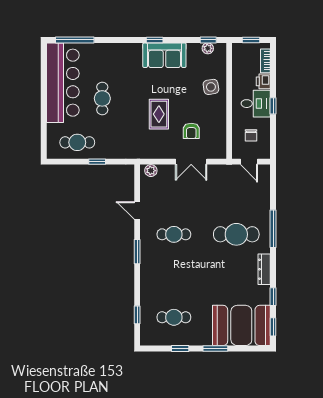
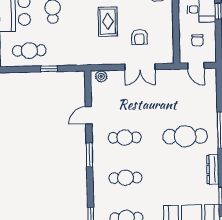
door: (137, 211) -> (89, 115), hinge flipped
cafe table: (174, 276) -> (126, 178), added

